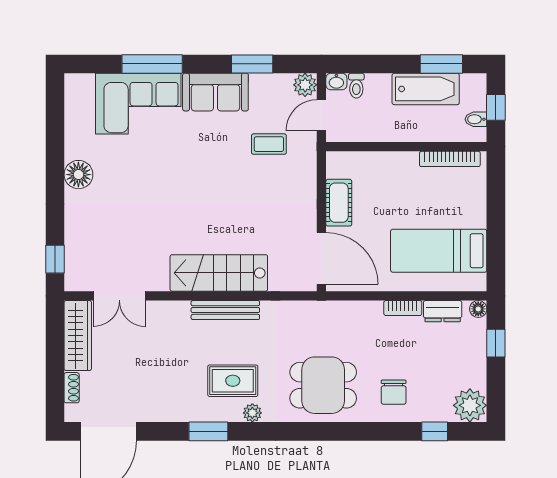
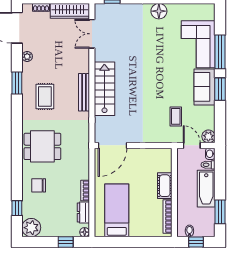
window: (252, 64) -> (220, 89), moved
bathtub: (426, 89) -> (206, 189), moved
cot: (339, 203) -> (165, 186), moved, turned 90
dining table: (323, 385) -> (42, 146), turned 90
plant: (252, 413) -> (27, 57), moved

